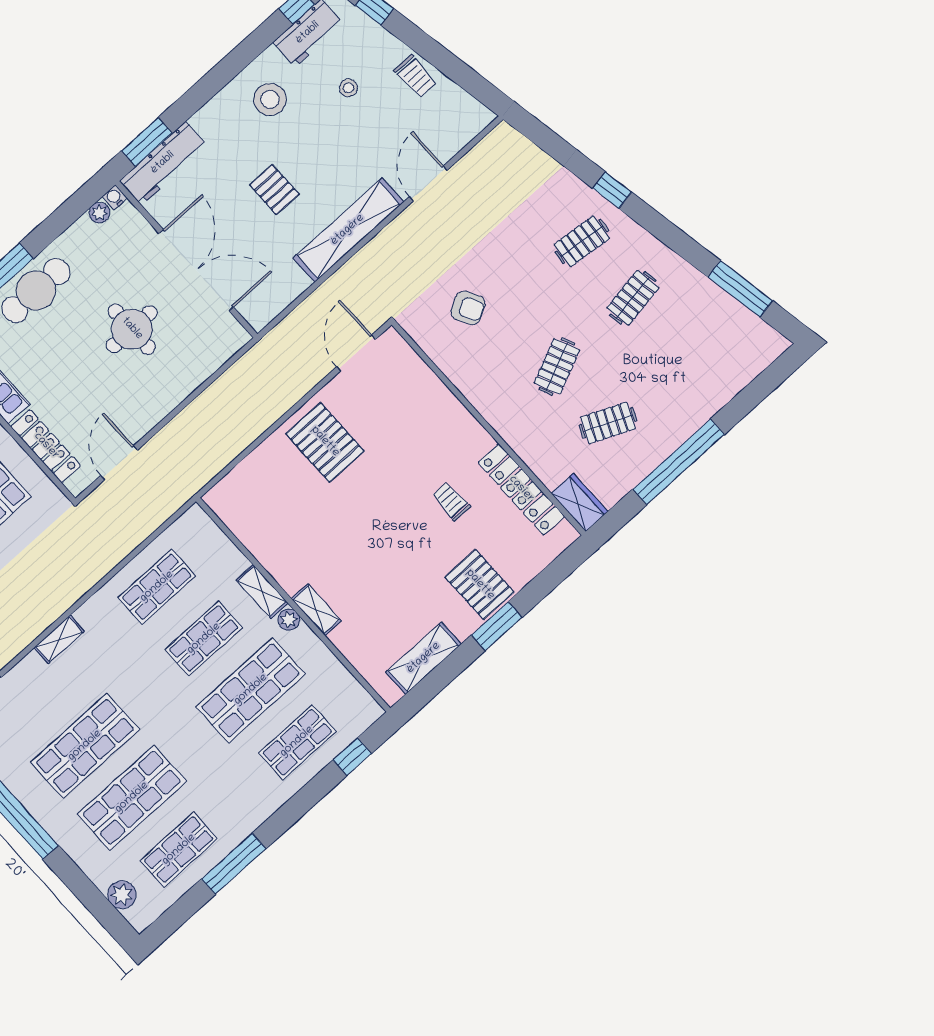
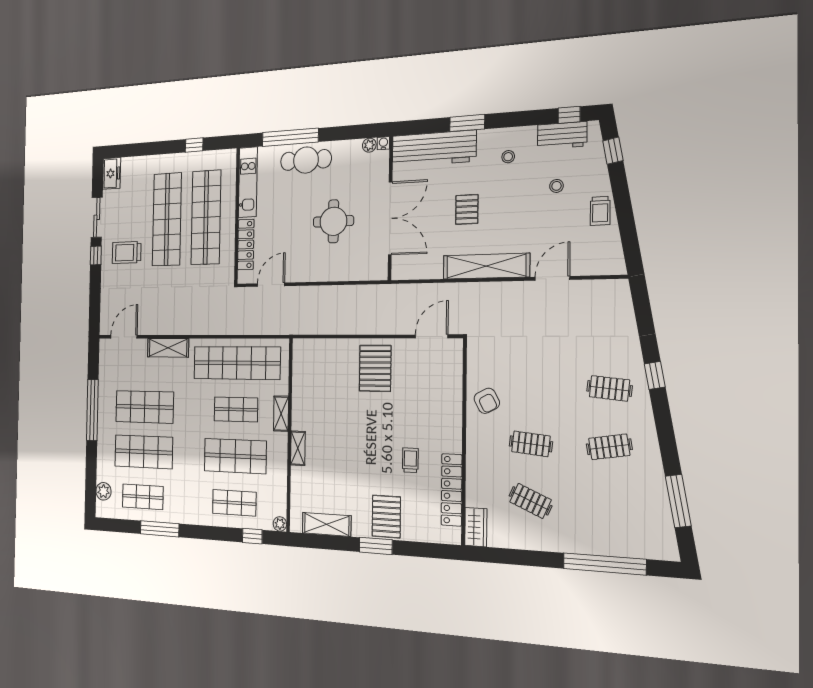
stool: (270, 99) -> (508, 157), width x0.53, depth x0.53
window: (147, 142) -> (467, 123), moved
workbench: (163, 163) -> (434, 149), width x1.36, depth x1.32
armchair: (468, 308) -> (487, 401), moved
clothes rail: (557, 366) -> (531, 444), turned 30
window: (679, 462) -> (604, 564), moved
shop shelf: (157, 587) -> (237, 363), width x2.00, depth x1.36
plant: (289, 620) -> (280, 524), moved
shelving: (59, 639) -> (168, 348), width x1.50, depth x1.33

